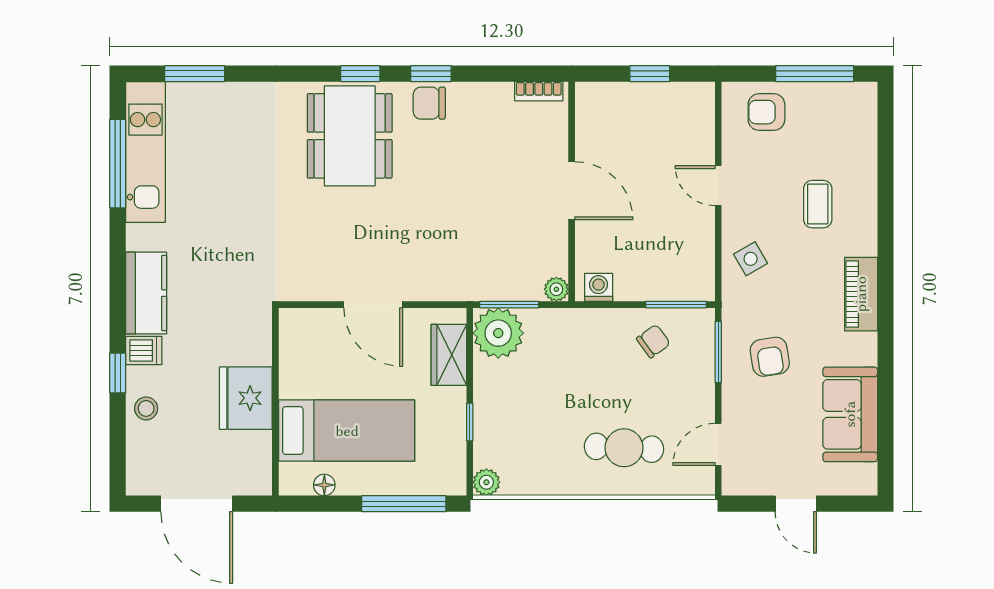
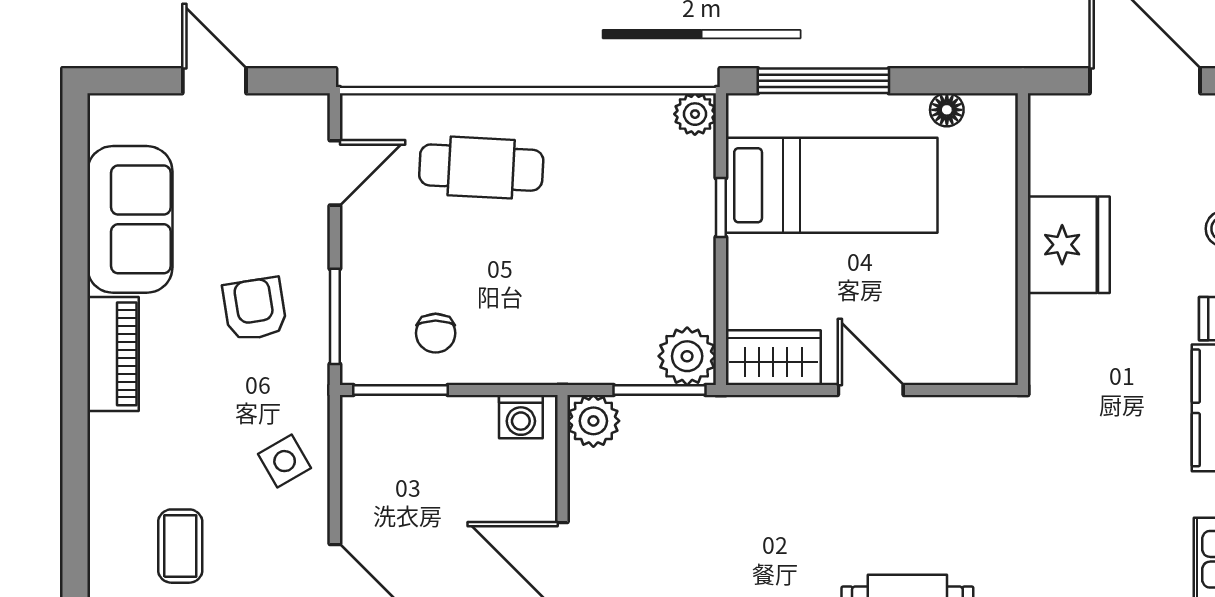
plant: (556, 289) -> (593, 421), width x1.38, depth x1.38
piano: (861, 294) -> (113, 354), moved
door: (373, 305) -> (871, 390), width x0.73
plant: (498, 333) -> (687, 356), width x0.73, depth x0.73
chair: (653, 341) -> (436, 333), turned -54
wardrobe: (449, 355) -> (773, 358), moved, turned -90
bed: (347, 431) -> (832, 185), moved, turned 180

